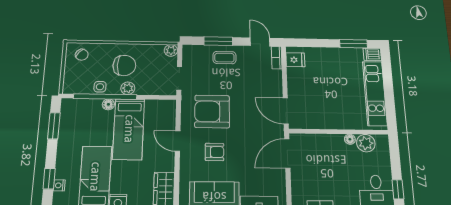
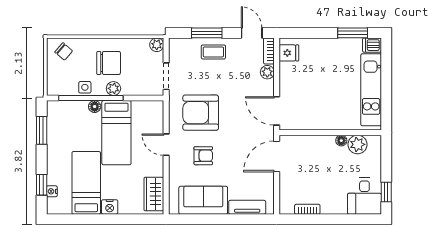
plant: (276, 76) -> (267, 72), added

